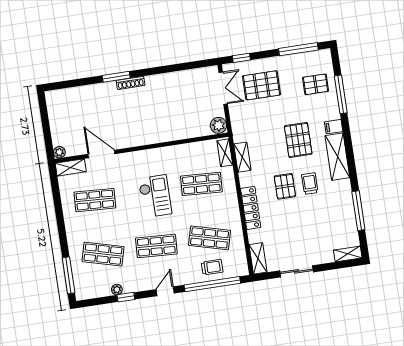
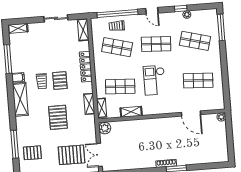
filing cabinet: (334, 127) -> (18, 77), moved
pallet: (298, 140) -> (58, 117), moved
shelving: (71, 167) -> (131, 112), moved
door: (165, 291) -> (152, 11), hinge flipped

